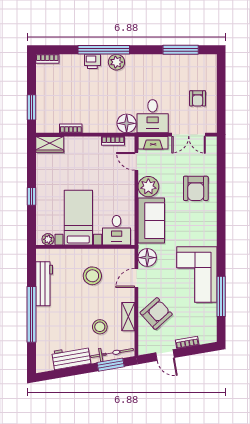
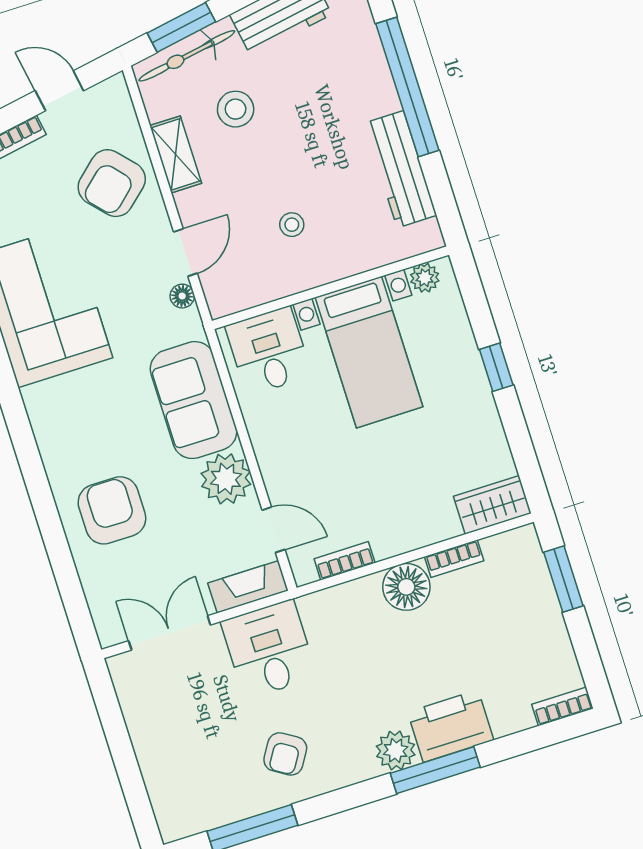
window: (104, 50) -> (435, 770), width x0.68
printer: (92, 61) -> (451, 726), width x1.87, depth x1.48
armchair: (198, 98) -> (285, 754), moved, turned -148
floor lamp: (127, 123) -> (406, 587), moved
floor lamp: (147, 258) -> (182, 296), width x0.53, depth x0.53
stool: (92, 276) -> (292, 225), width x0.53, depth x0.53

